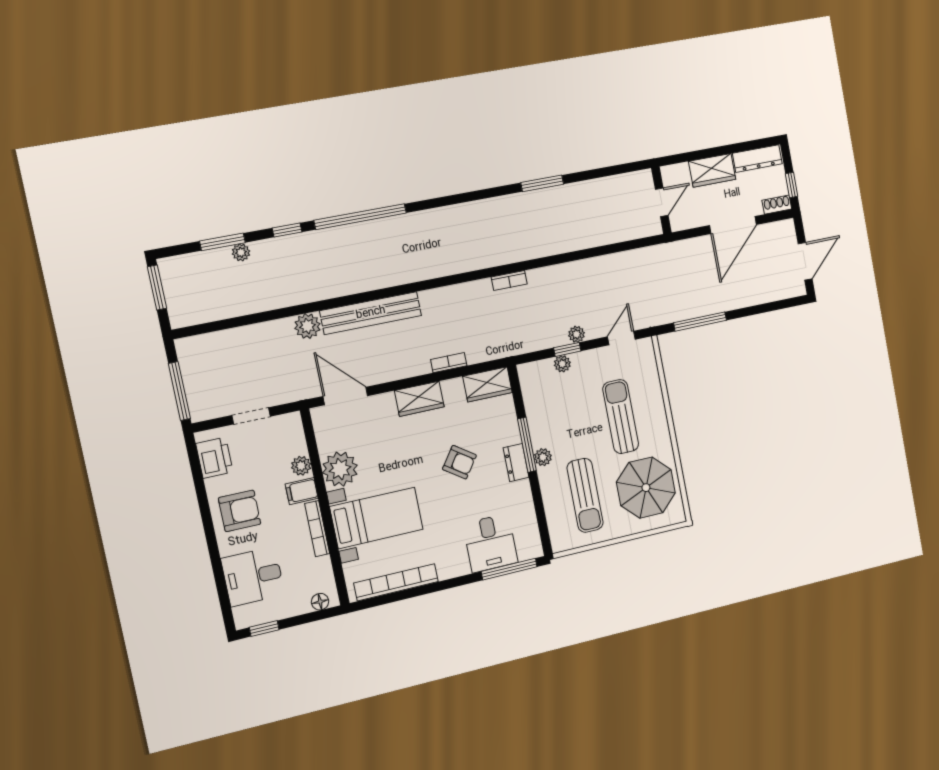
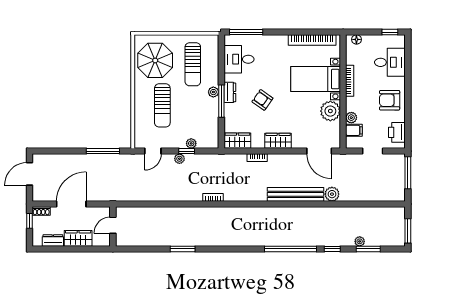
dresser: (757, 159) -> (53, 240), width x0.70
filing cabinet: (302, 491) -> (354, 130), moved
sun lounger: (585, 495) -> (193, 64), turned 180
desk: (490, 543) -> (239, 59), moved, turned -90

